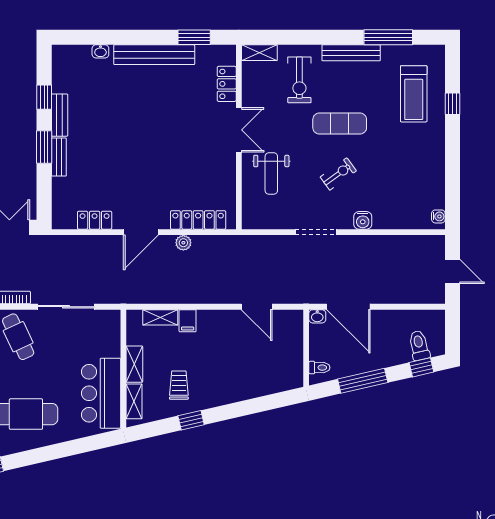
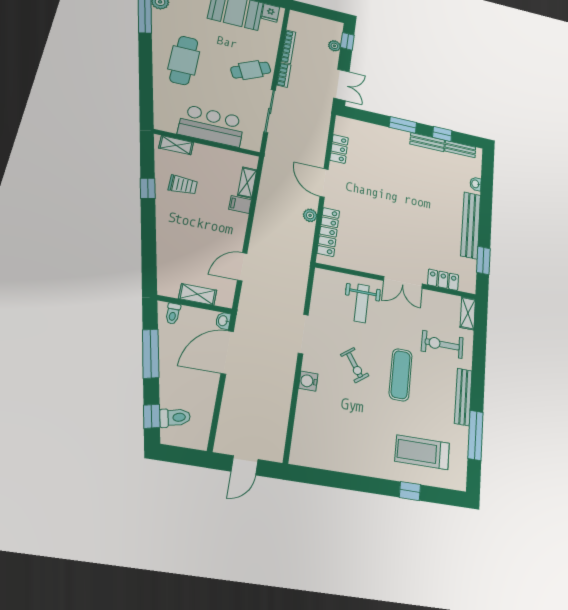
bench: (59, 157) -> (460, 149), moved
weight bench: (271, 173) -> (362, 303), turned -90
water cooler: (438, 216) -> (302, 459), removed
shelving: (134, 364) -> (198, 294), moved
bar counter: (101, 393) -> (211, 126), moved

